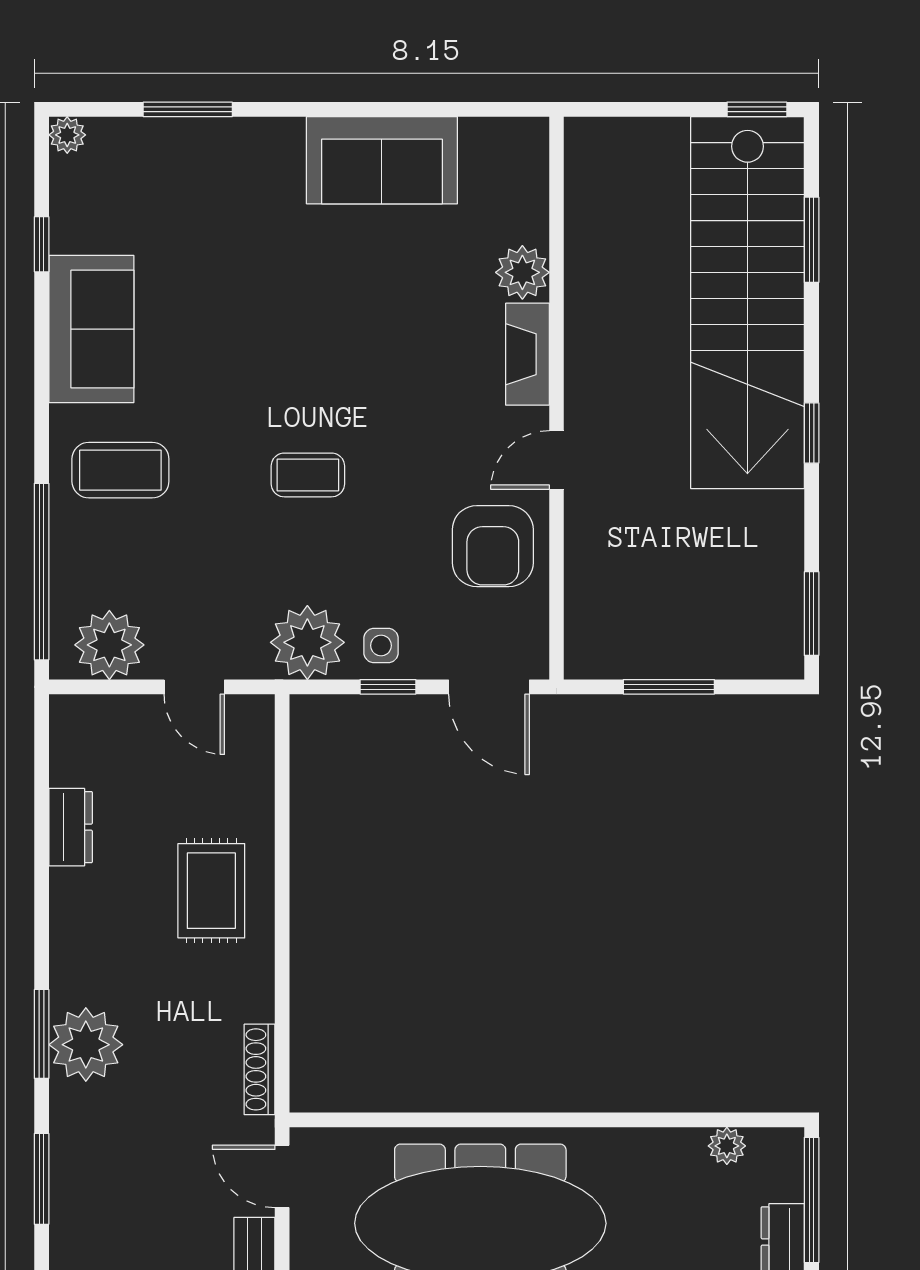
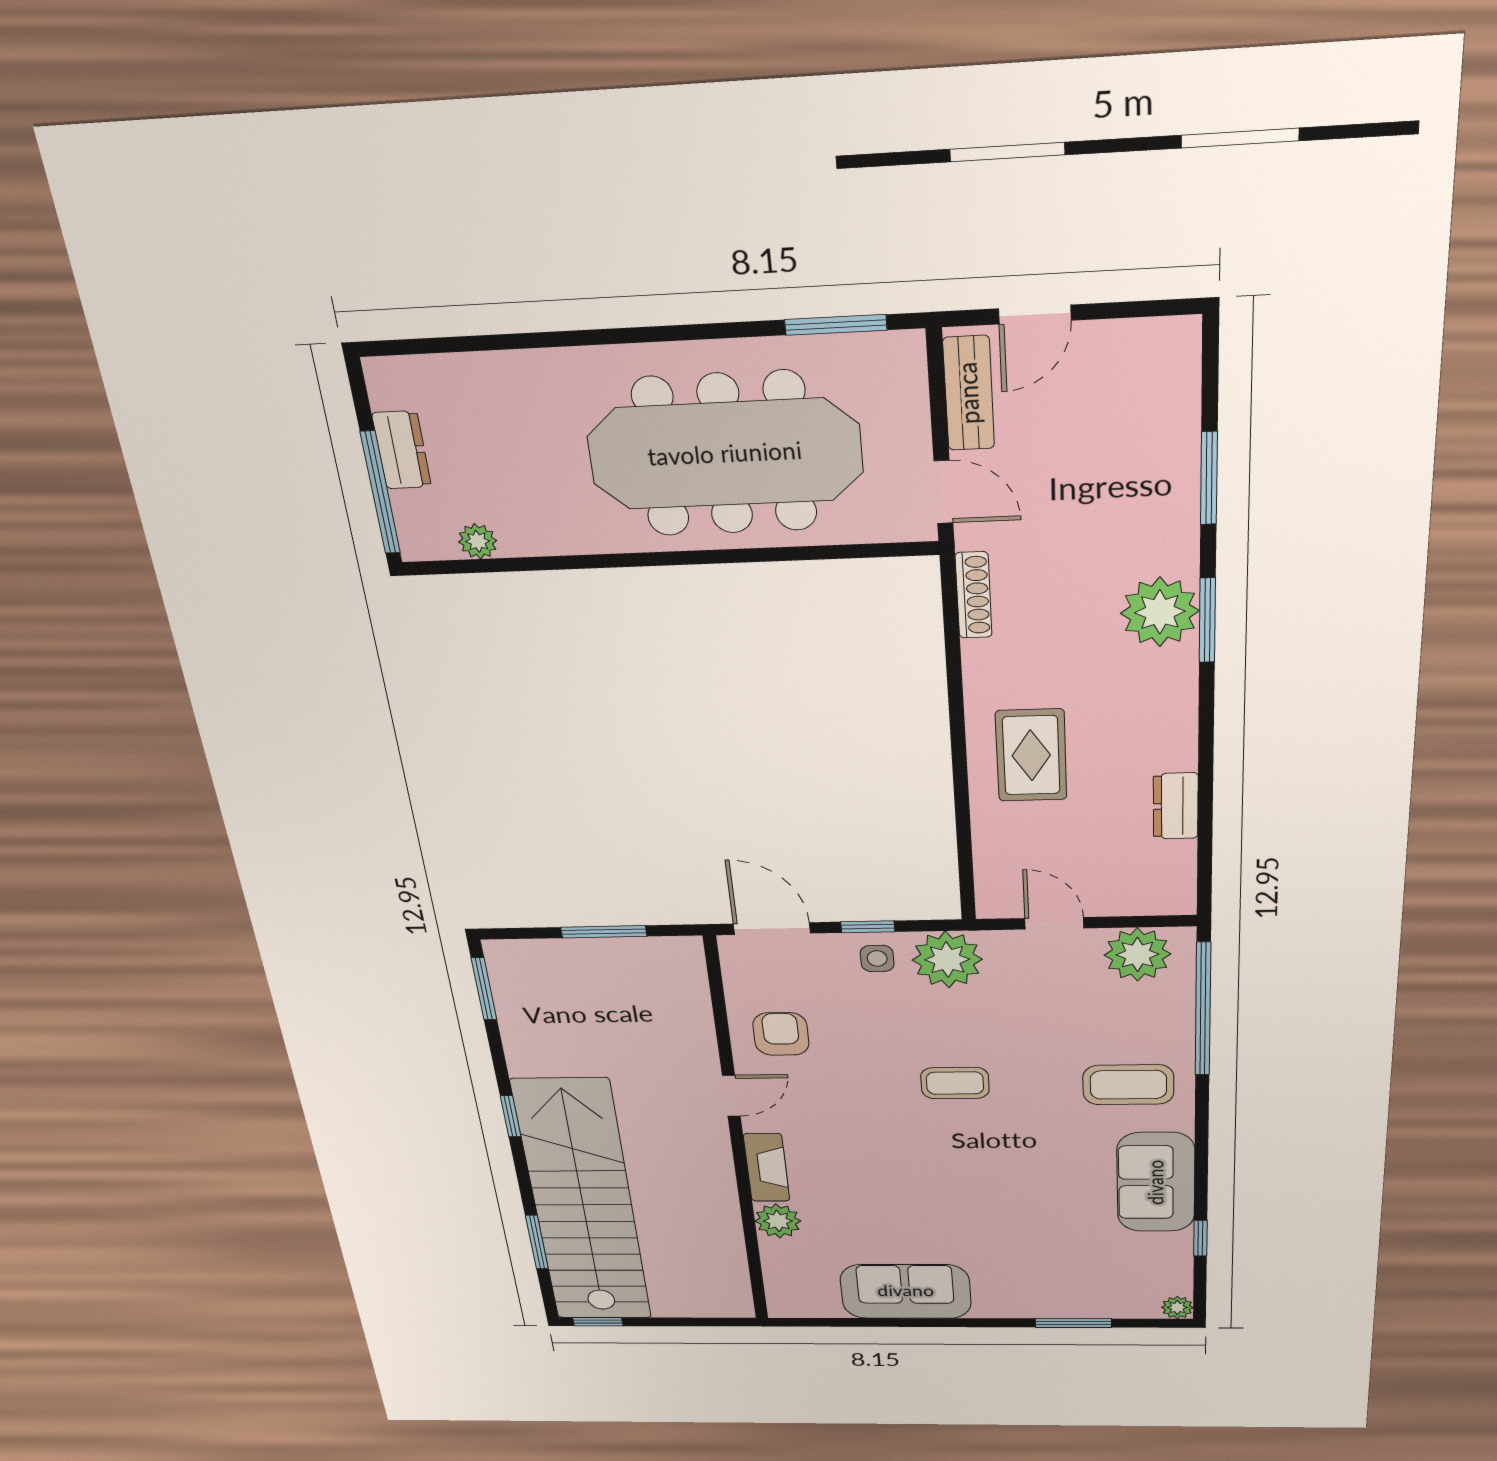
armchair: (493, 546) -> (781, 1034), width x0.72, depth x0.72

